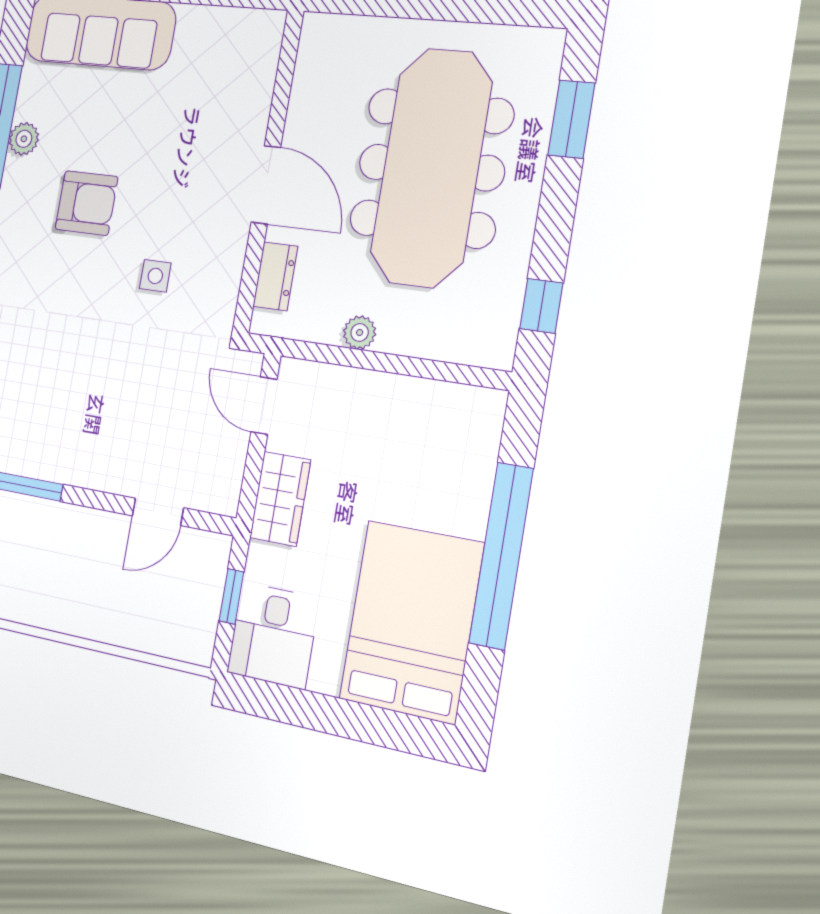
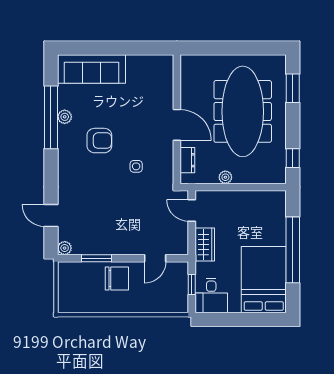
chair: (64, 545) -> (117, 278), added

